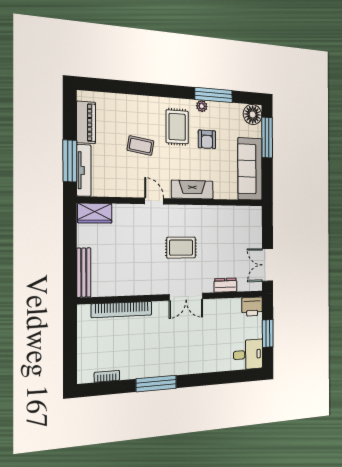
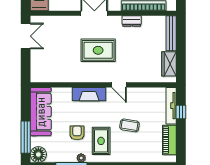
window: (70, 161) -> (181, 112), width x0.46
wardrobe: (95, 213) -> (169, 64), moved, turned -90
rug: (181, 248) -> (98, 50), width x1.36, depth x1.43
dresser: (225, 285) -> (132, 21), moved

